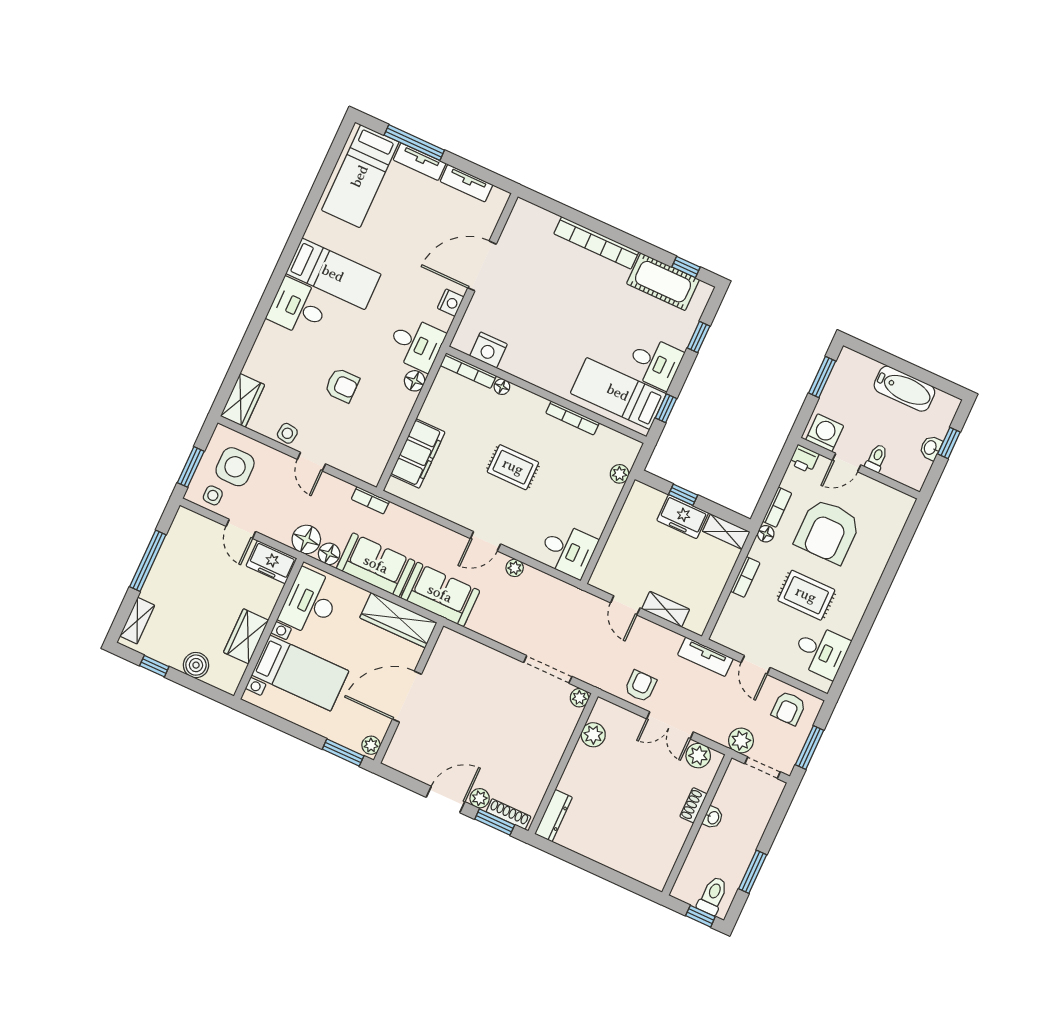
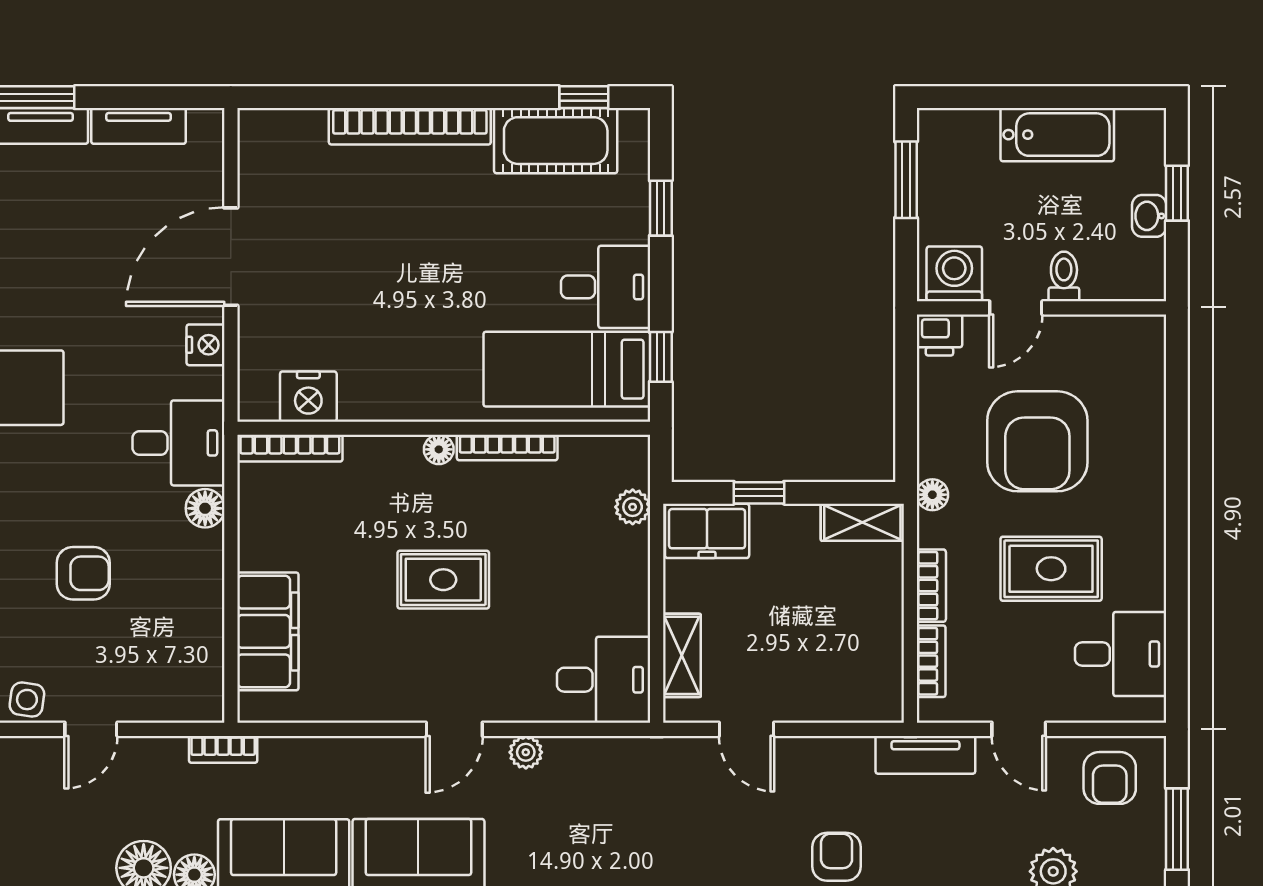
floor lamp: (502, 387) -> (439, 449), moved
door: (311, 462) -> (91, 729), hinge flipped
bookcase: (777, 507) -> (931, 661), moved
freezer: (683, 517) -> (707, 531), moved
shelving: (666, 609) -> (682, 655), moved, turned 90

